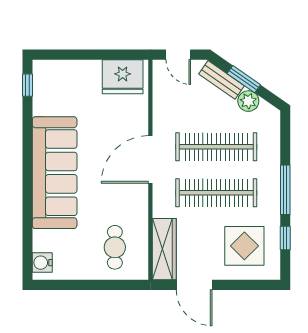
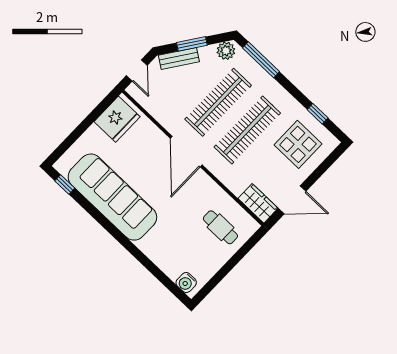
door: (178, 55) -> (137, 71), hinge flipped
plant: (248, 101) -> (226, 51), moved
sofa: (55, 173) -> (112, 197), moved
window: (285, 190) -> (261, 60), moved
wardrobe: (164, 249) -> (258, 203), width x0.67

